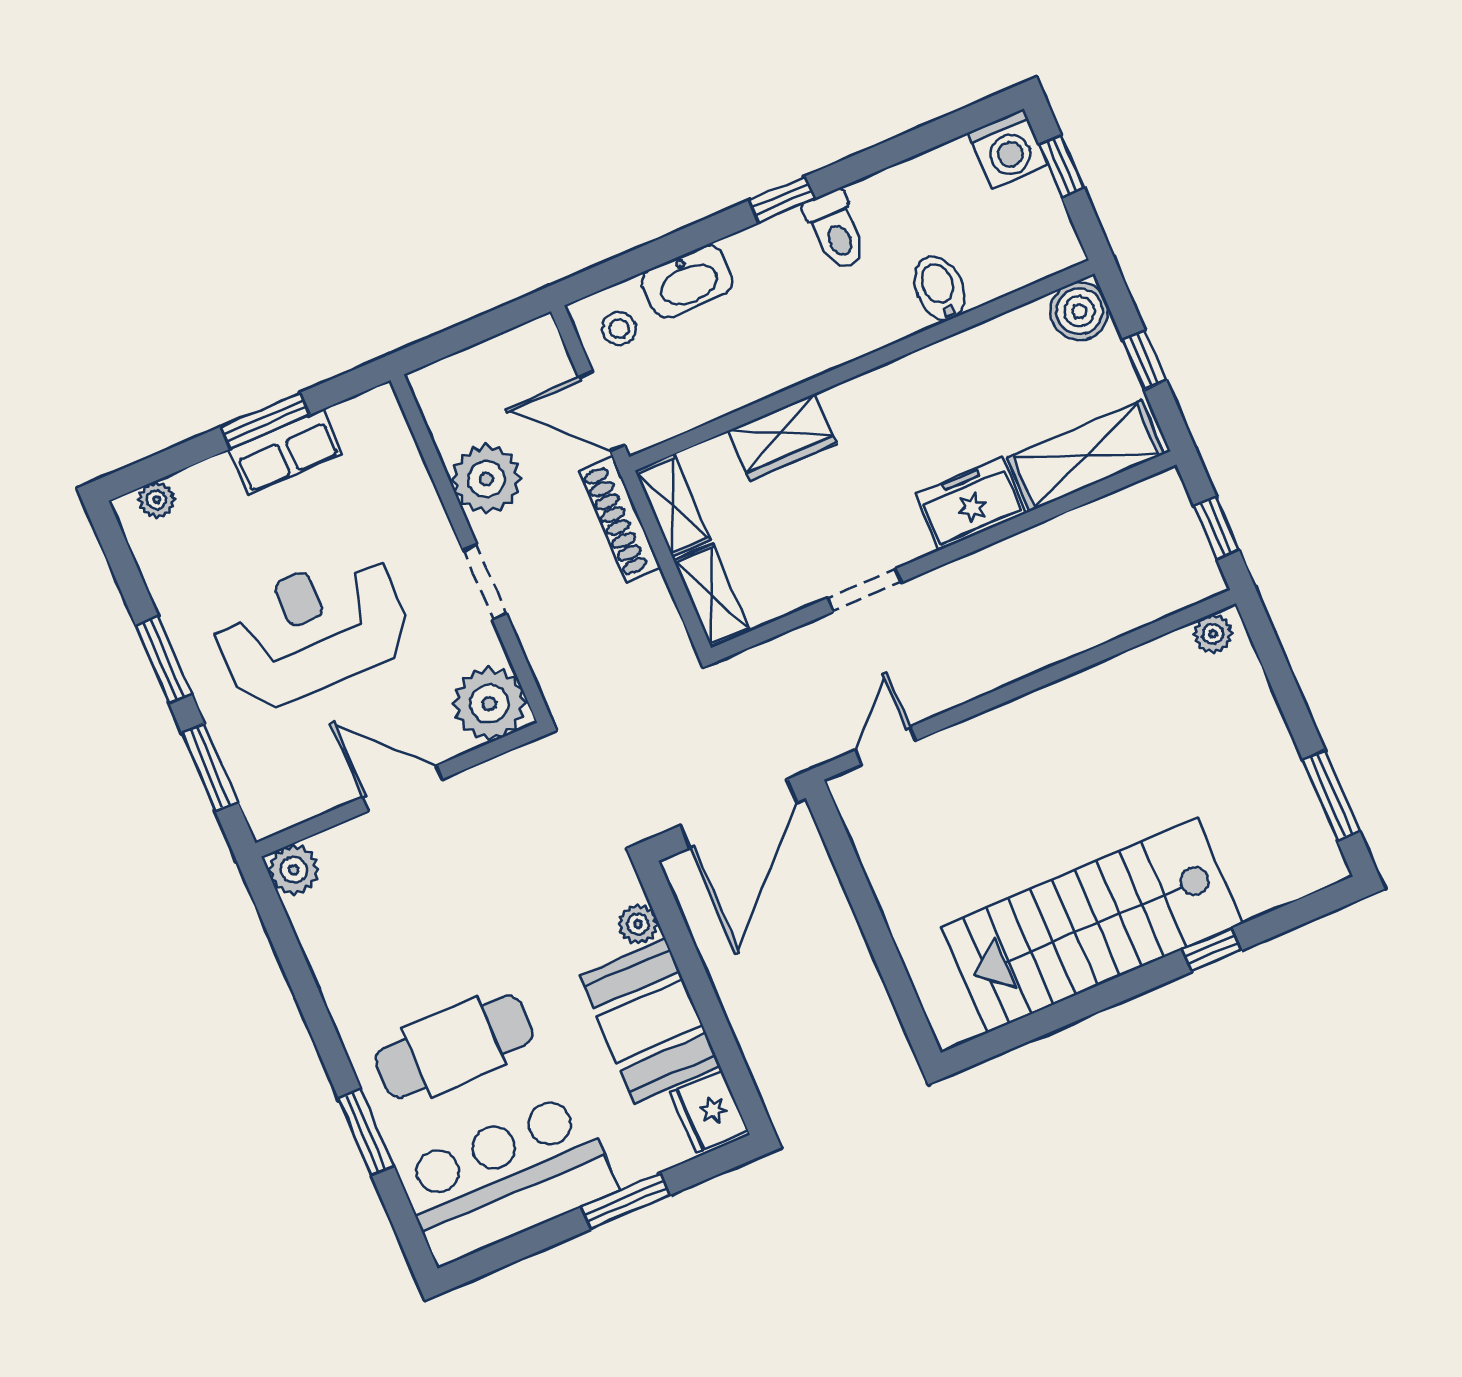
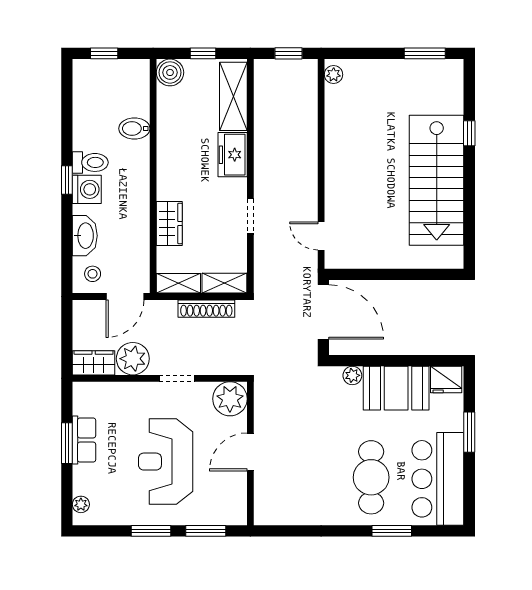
washing machine: (1008, 149) -> (87, 189), moved
wardrobe: (445, 405) -> (94, 363), added
shoe rack: (620, 519) -> (206, 309), moved
plant: (294, 870) -> (265, 514), removed

